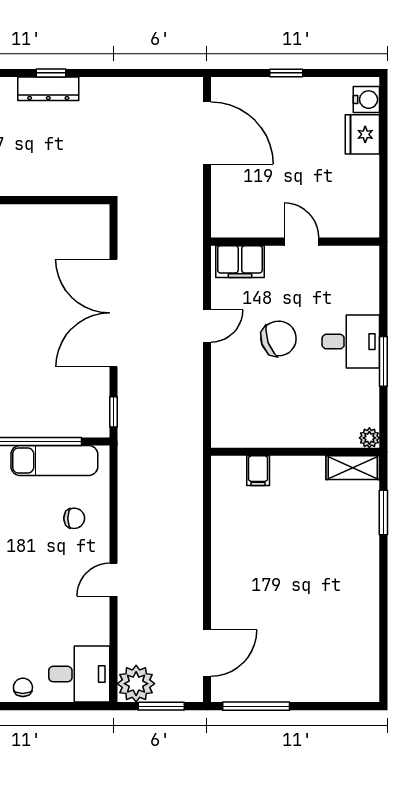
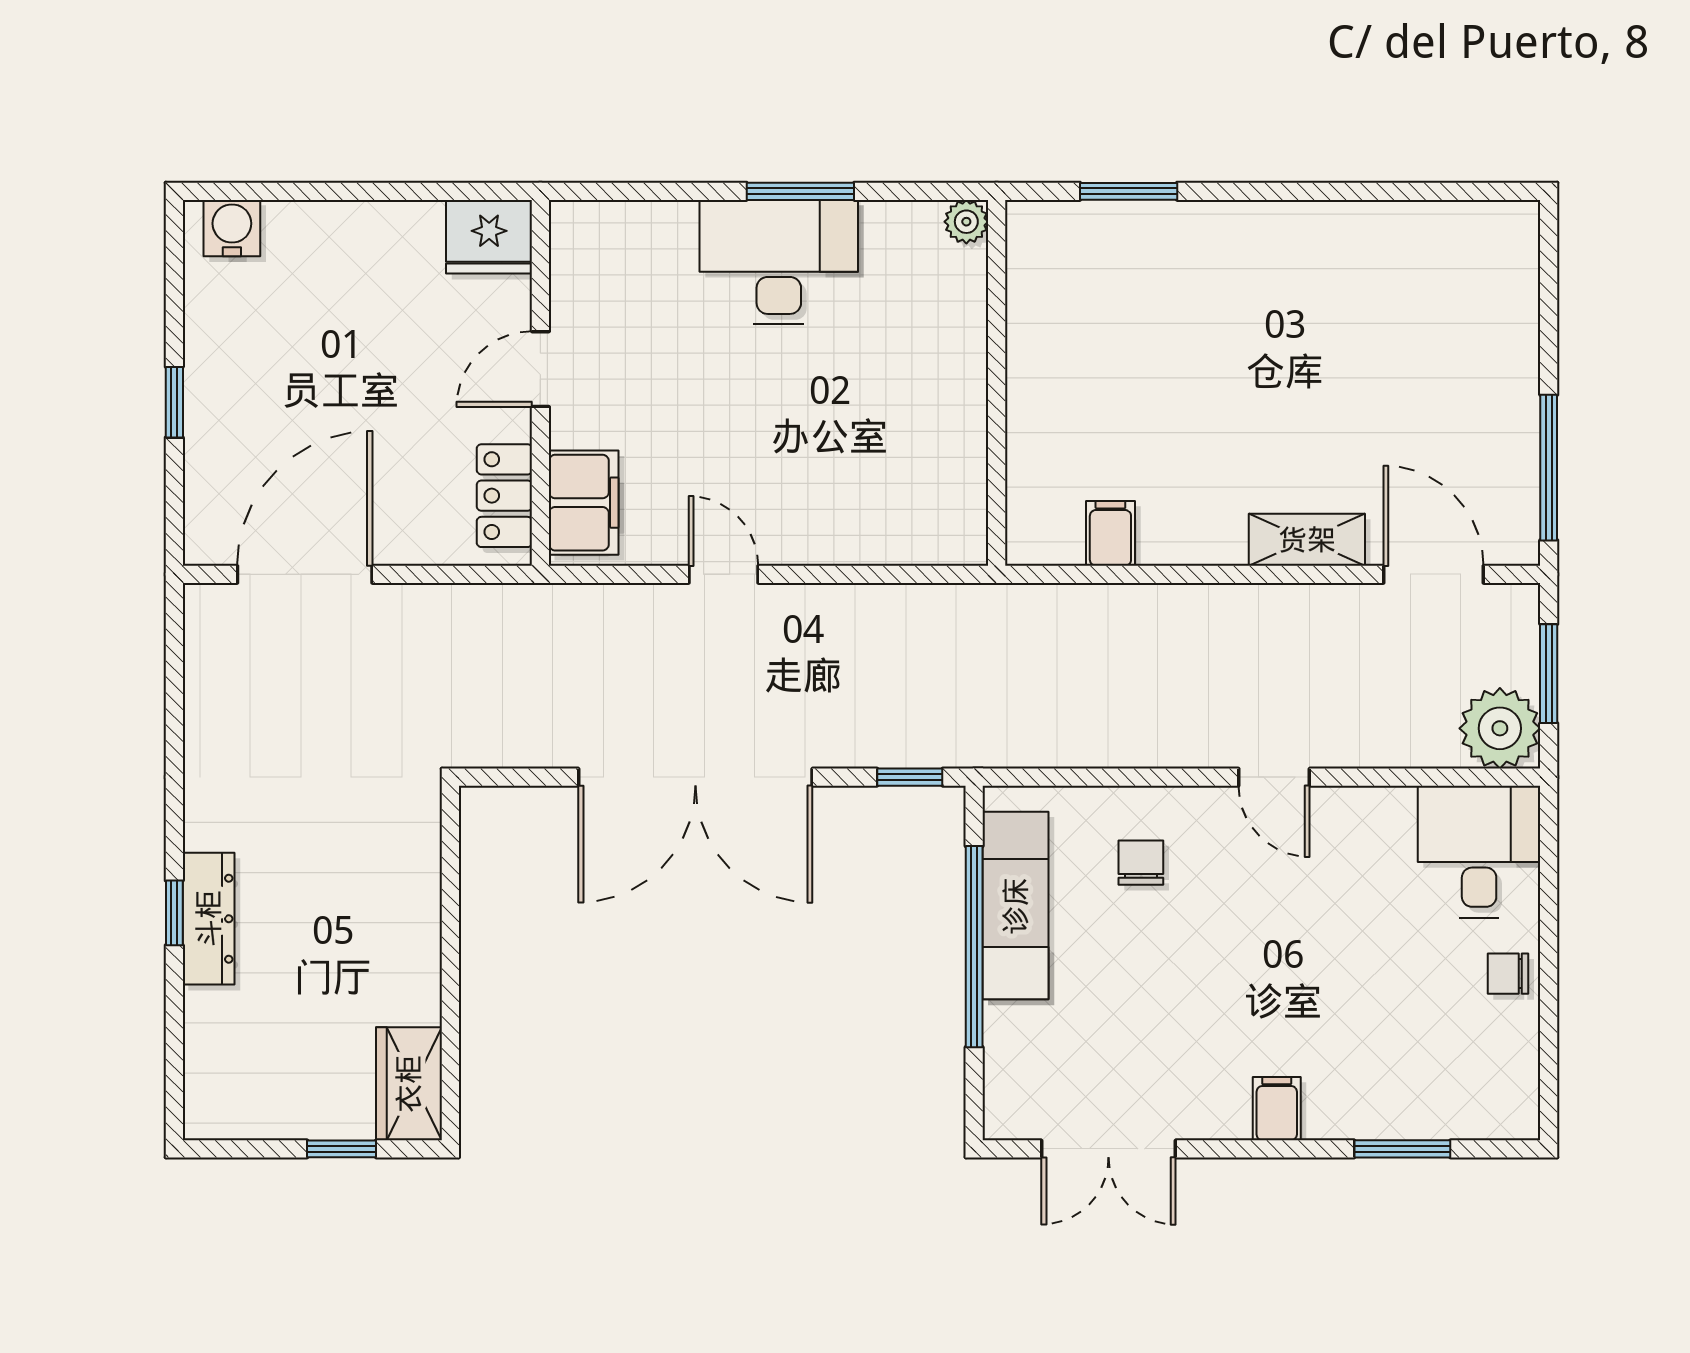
fridge: (362, 134) -> (489, 237), moved
locker: (243, 225) -> (504, 496), added
chair: (278, 338) -> (751, 419), removed
desk: (351, 342) -> (779, 262), width x1.37
shelving: (353, 468) -> (1307, 540), moved, turned 90
filing cabinet: (258, 471) -> (1110, 533), moved, turned -90

